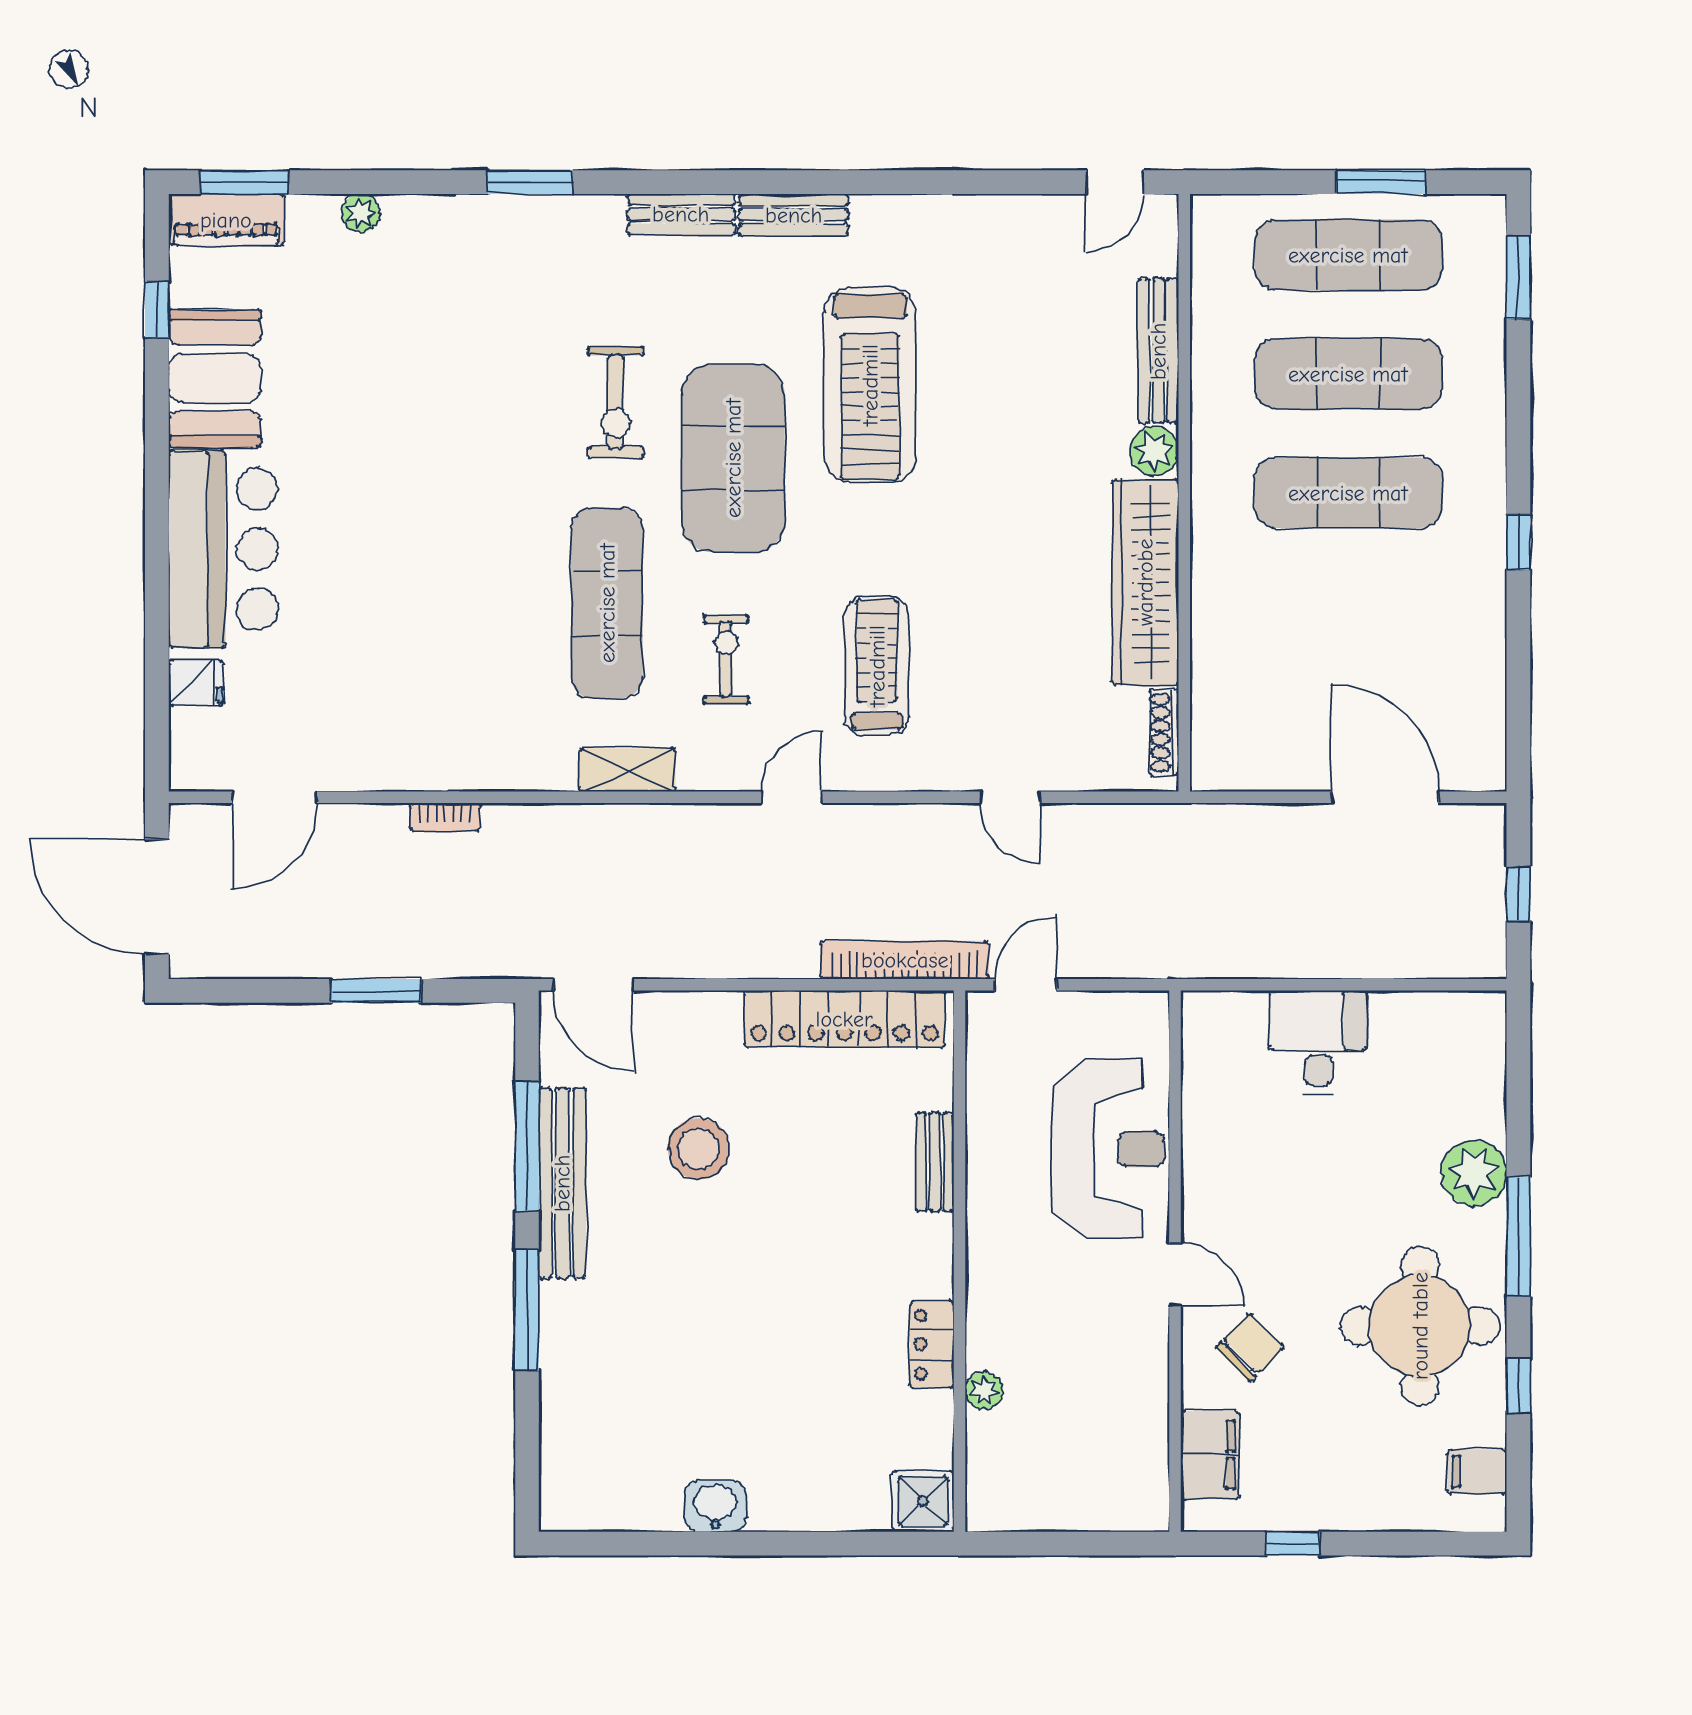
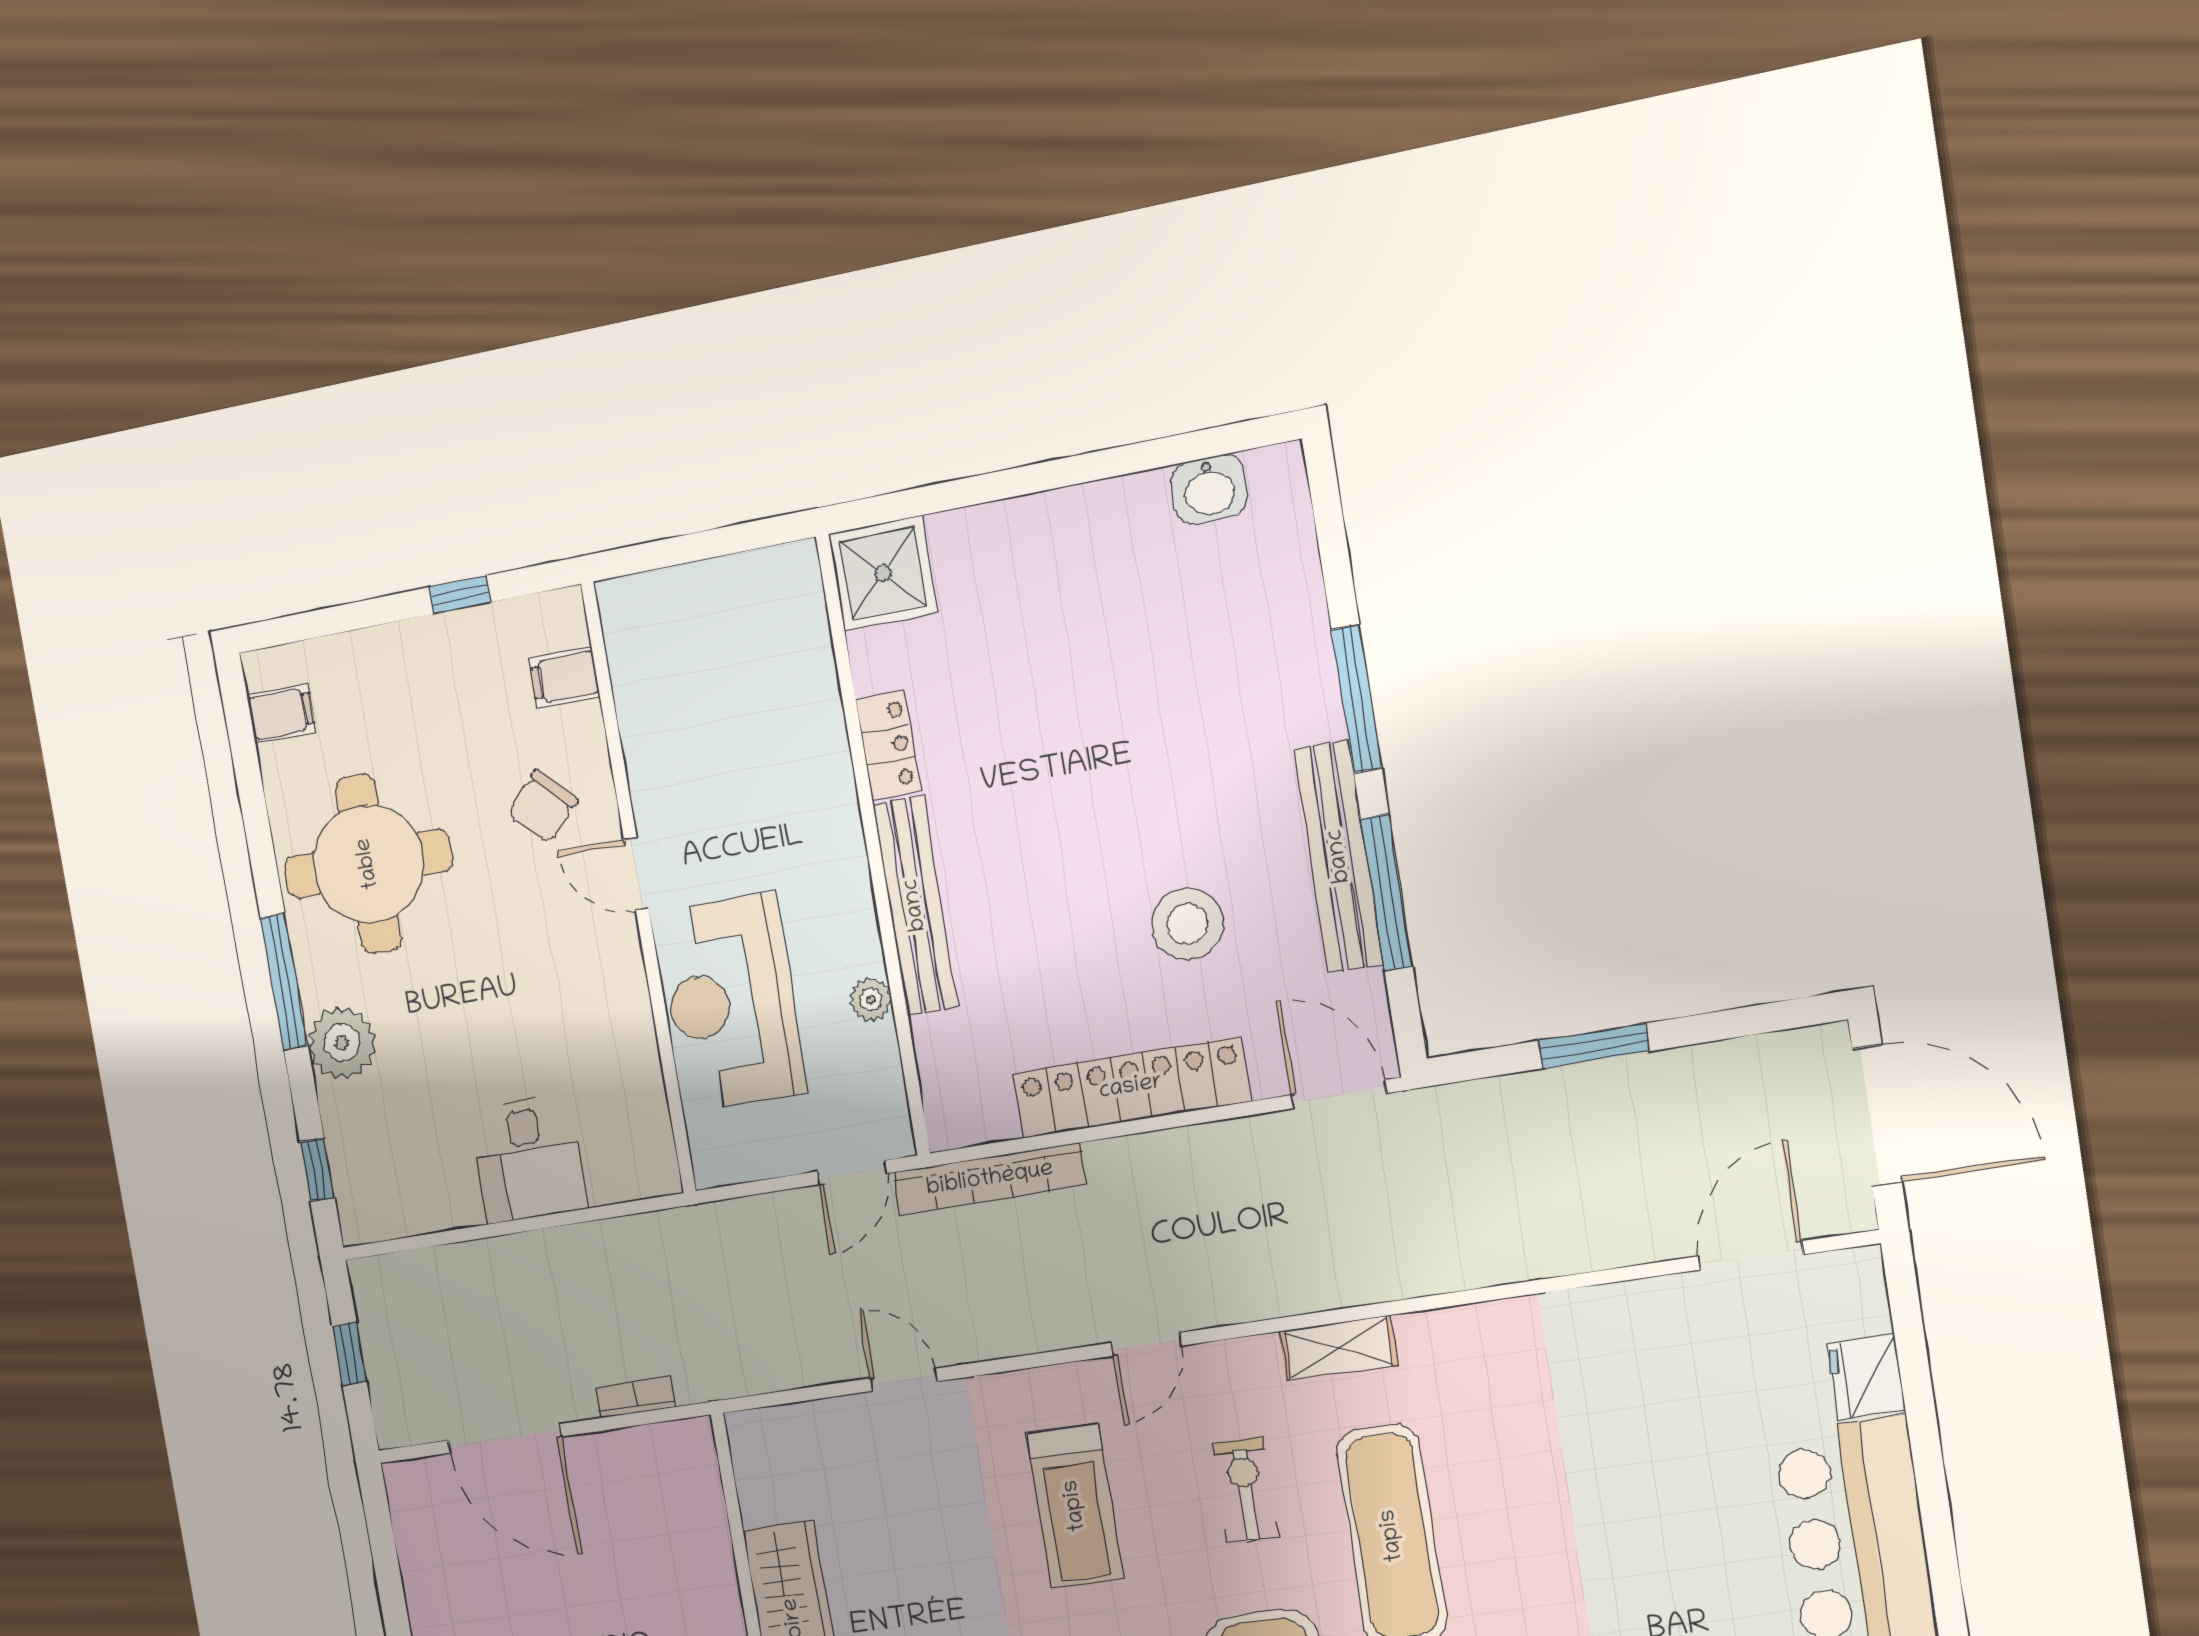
exercise bike: (726, 659) -> (1245, 1490), turned 180
fridge: (196, 683) -> (1866, 1377), width x1.38
shoe rack: (1164, 733) -> (750, 1476), removed
bookcase: (445, 817) -> (636, 1397), moved
locker: (844, 1019) -> (1131, 1087), moved
bench: (935, 1162) -> (915, 905), width x1.86, depth x1.21
window: (1518, 1386) -> (317, 1170), moved
plant: (984, 1390) -> (871, 999), moved
filing cabinet: (1210, 1455) -> (564, 677), width x0.50
shower: (923, 1501) -> (883, 573), width x1.36, depth x1.36
washbasin: (715, 1506) -> (1209, 489), moved

